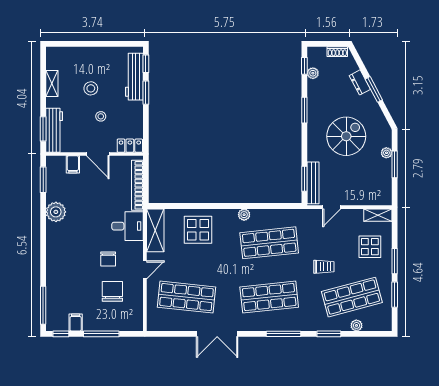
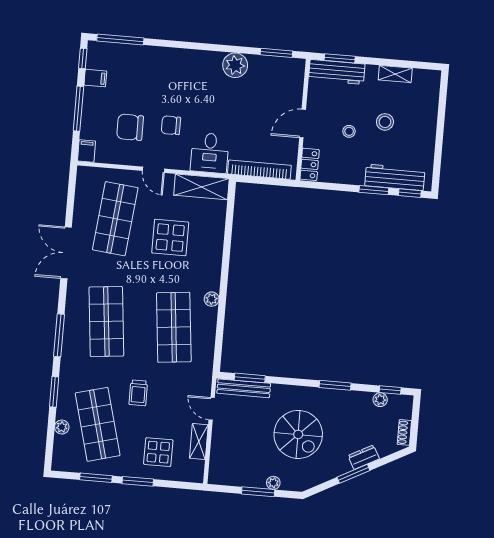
filing cabinet: (73, 164) -> (86, 151), moved, turned 90
shelving: (378, 215) -> (199, 441), moved
display table: (198, 230) -> (170, 238), moved
chair: (112, 291) -> (130, 127), turned 180

